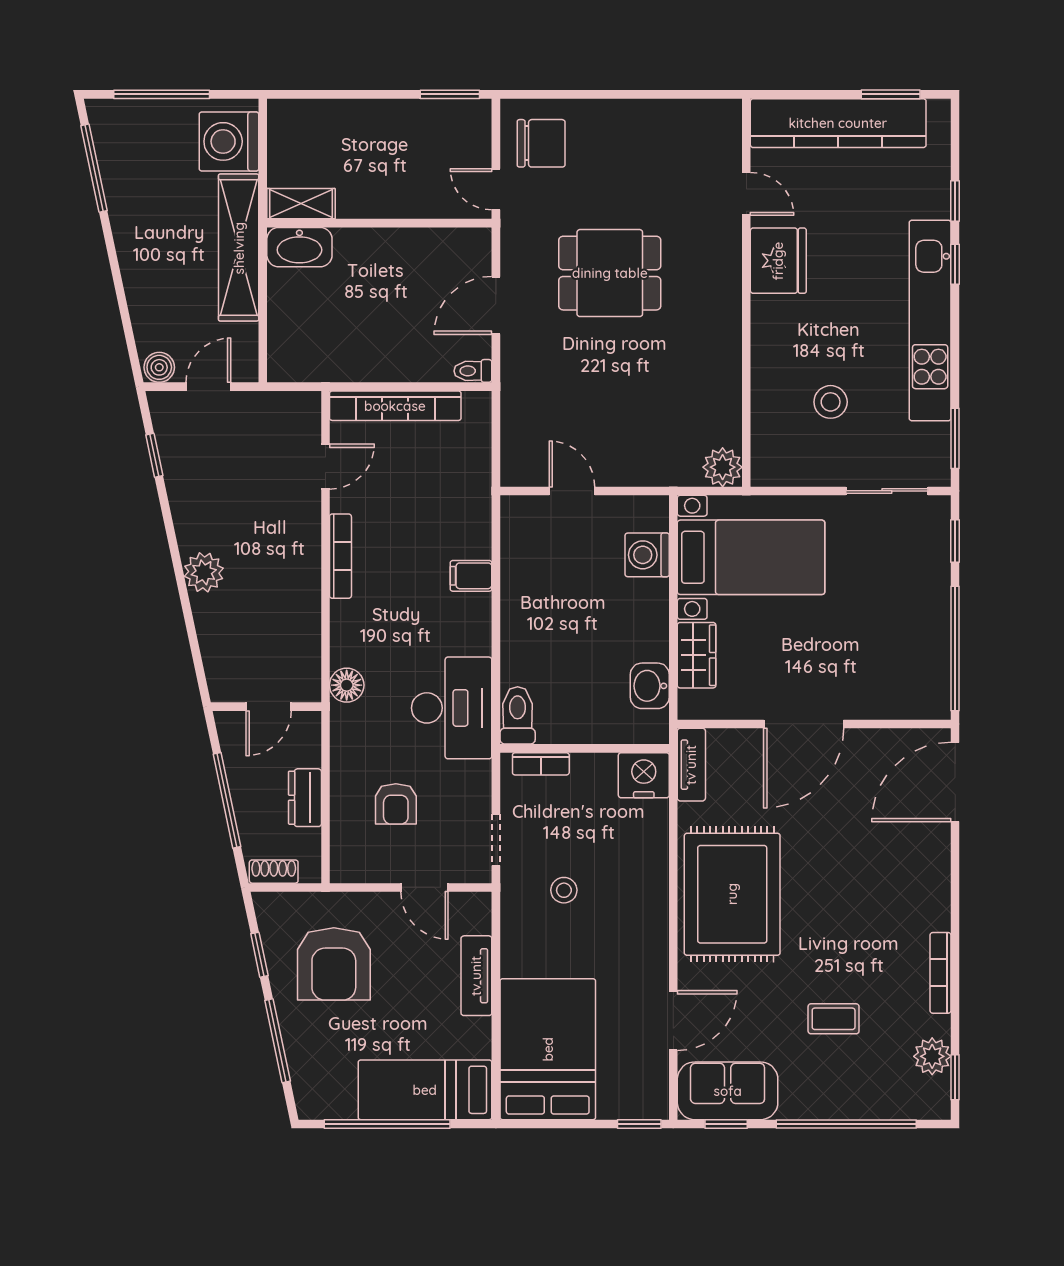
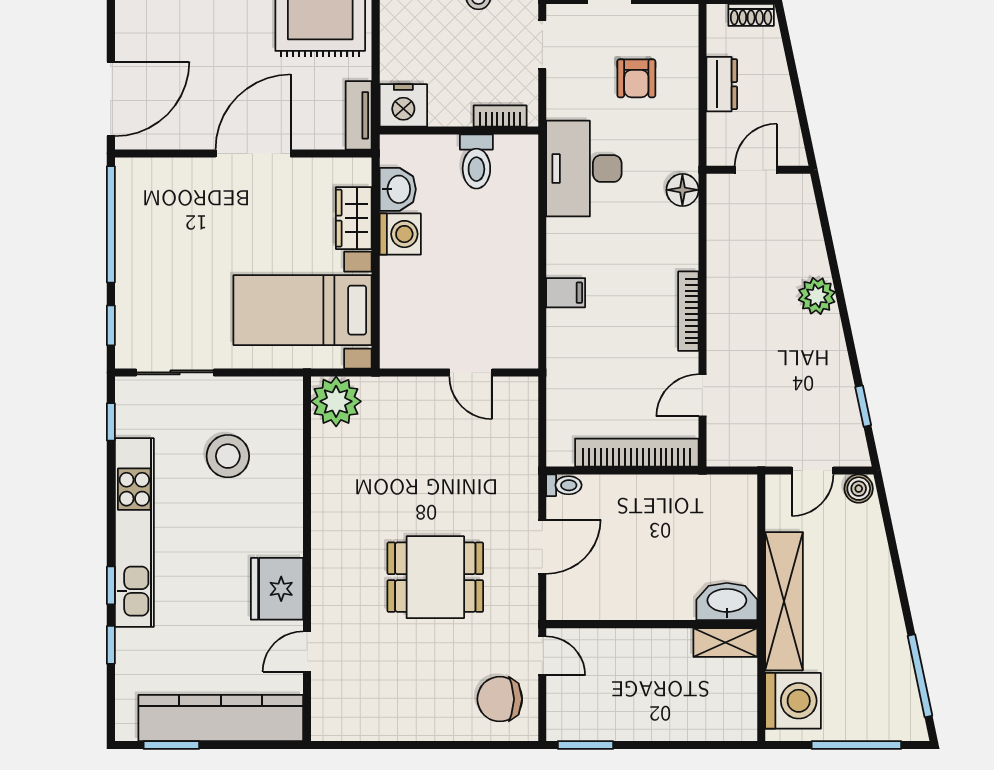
door: (746, 194) -> (307, 652), hinge flipped
stool: (831, 402) -> (228, 456), width x1.38, depth x1.38
window: (955, 438) -> (111, 422), width x0.67
plant: (723, 467) -> (336, 401), width x1.36, depth x1.36
washing machine: (647, 555) -> (400, 234), moved
toilet: (518, 715) -> (476, 162), moved
window: (227, 800) -> (795, 82), removed
armchair: (396, 804) -> (636, 78), turned 180

